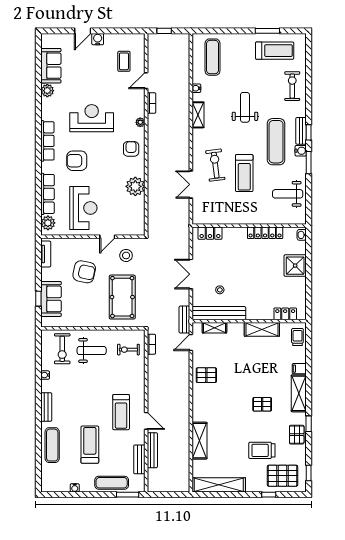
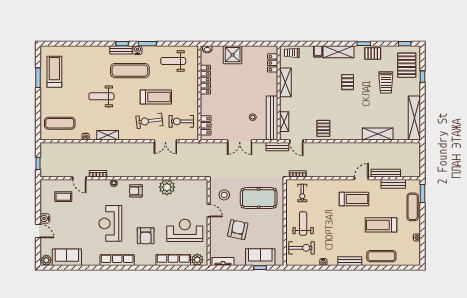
exercise bike: (292, 86) -> (181, 121), moved
plant: (47, 91) -> (46, 260), moved
row of seats: (47, 141) -> (117, 260), moved
weight bench: (288, 194) -> (173, 61), turned 90

